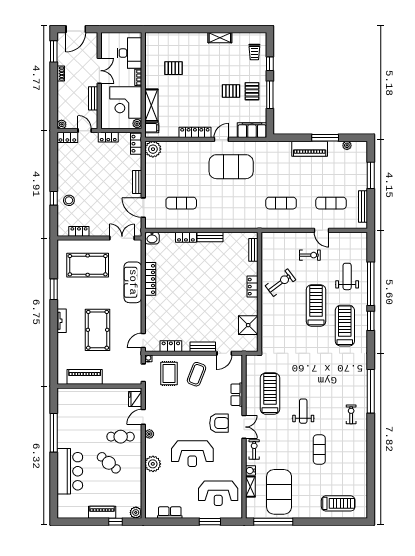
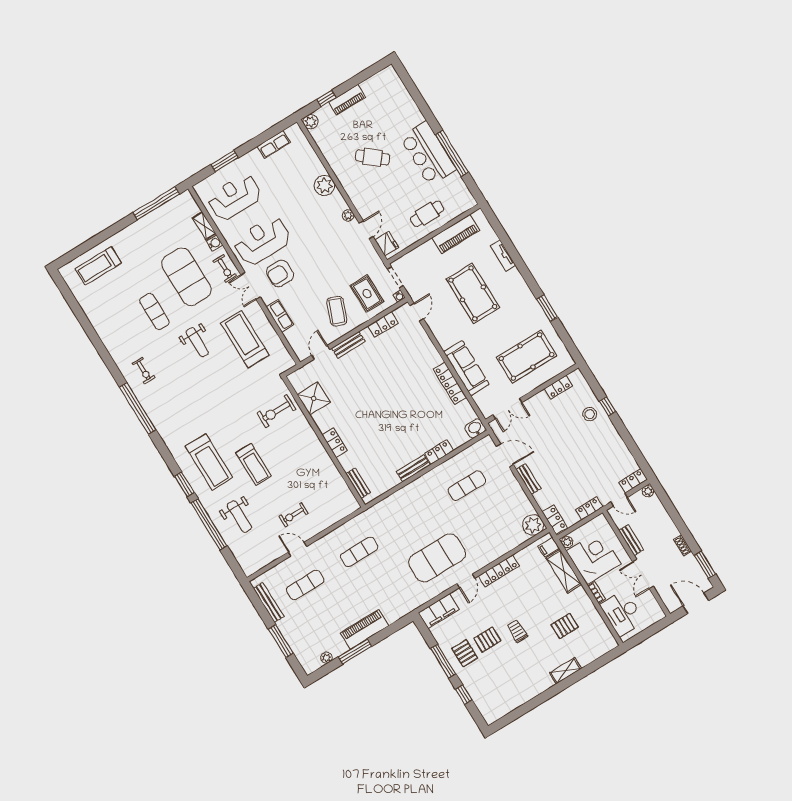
door: (76, 29) -> (696, 603), hinge flipped
shelving: (220, 38) -> (566, 671), moved
trolley: (254, 52) -> (517, 631), moved
exercise bike: (281, 283) -> (276, 411), moved, turned 37
treadmill: (316, 306) -> (254, 465), width x0.73, depth x0.73
tv unit: (62, 321) -> (503, 256), moved
treadmill: (270, 394) -> (245, 339), turned 180
cafe table: (121, 437) -> (427, 214), moved
reception desk: (192, 454) -> (262, 241), moved
bar counter: (70, 471) -> (428, 154), moved
exercise mat: (279, 492) -> (186, 277), moved

